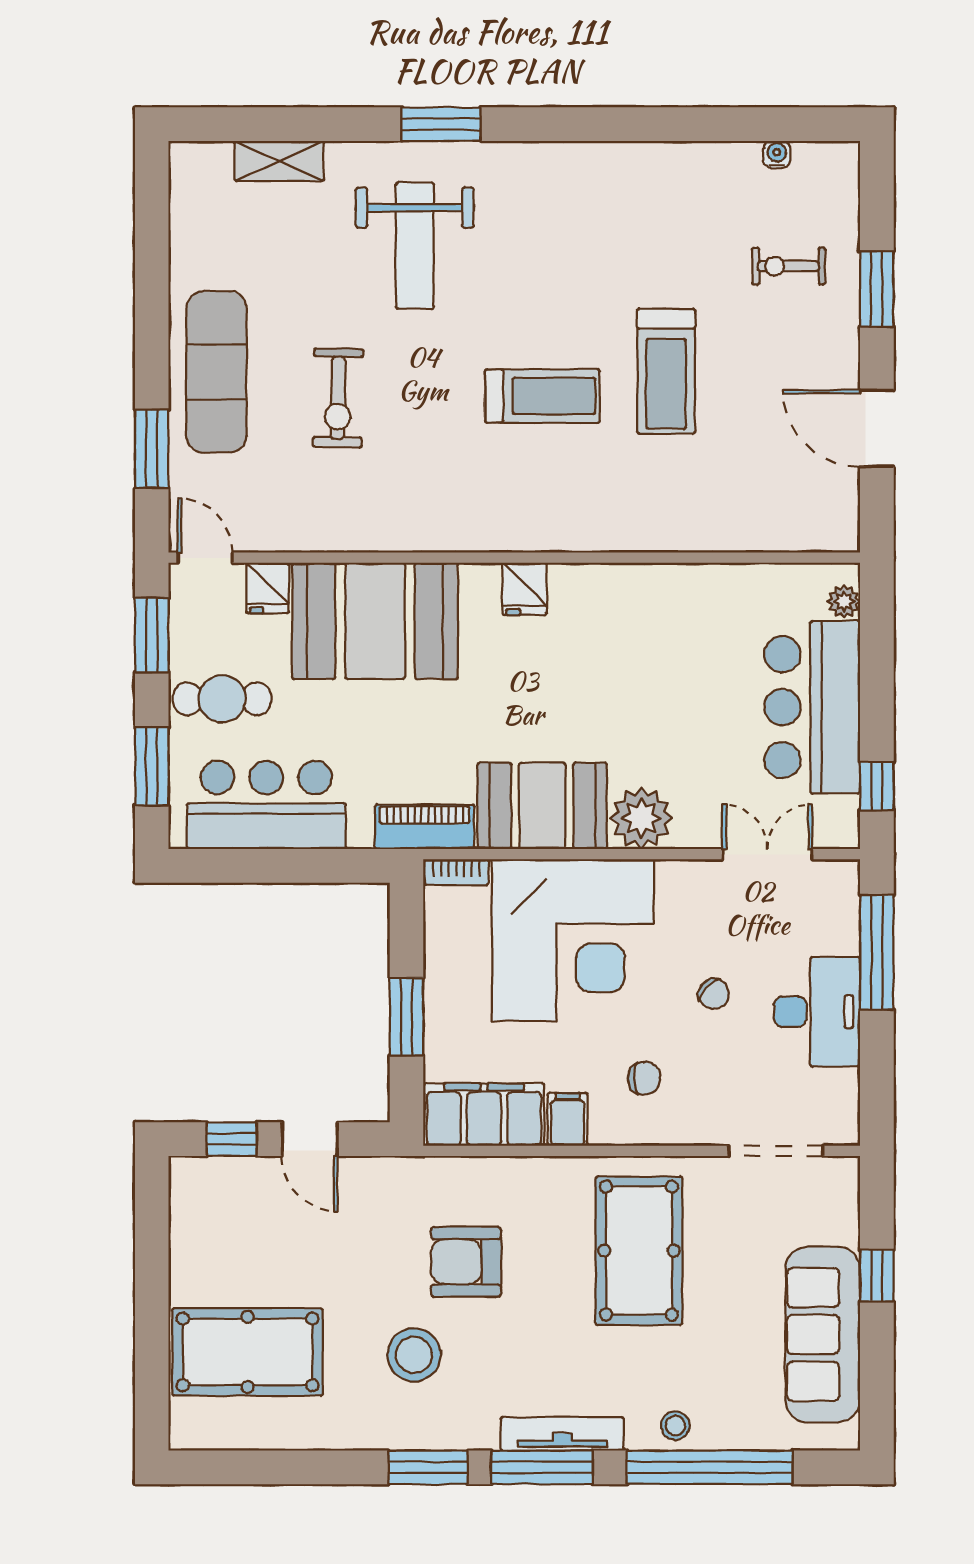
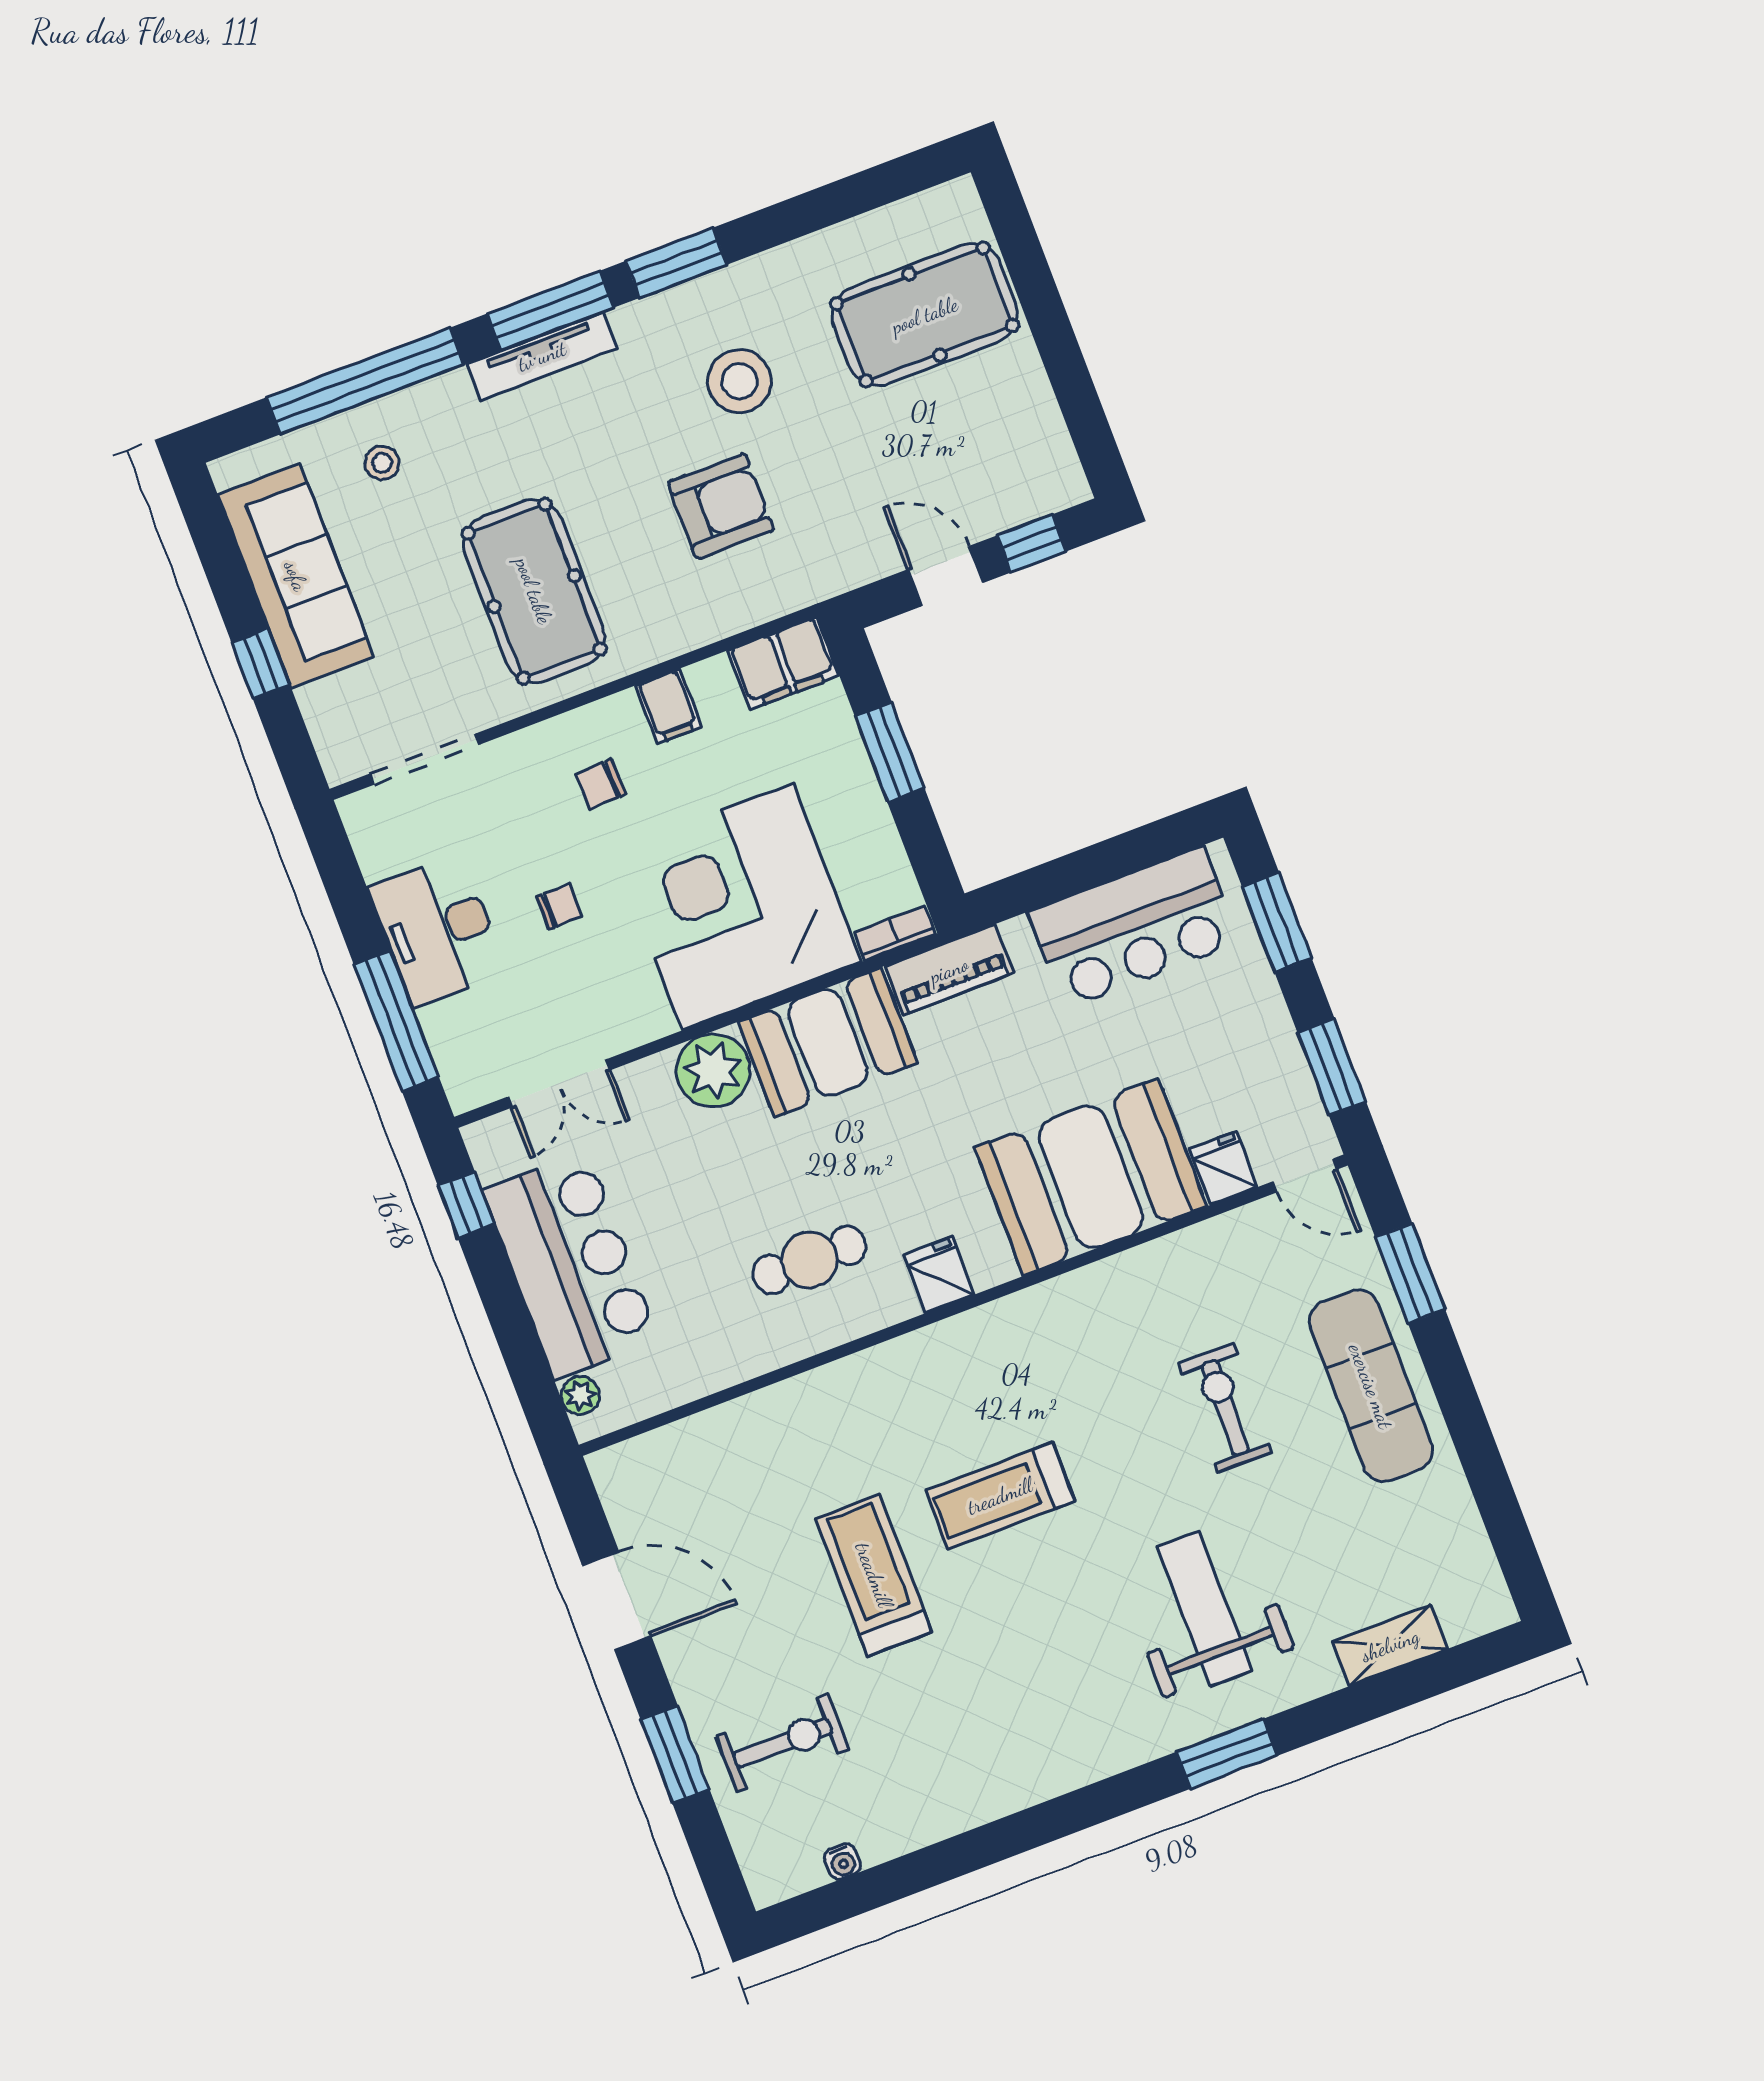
exercise bike: (788, 266) -> (783, 1743), width x1.38, depth x1.39
cafe table: (222, 699) -> (809, 1260), moved
chair: (714, 994) -> (559, 907), turned 139
filing cabinet: (484, 1114) -> (783, 663), width x0.67, depth x0.86
stool: (675, 1425) -> (382, 463), moved

